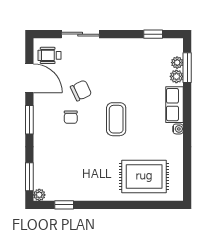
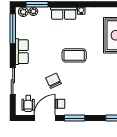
window: (153, 34) -> (13, 29), width x2.17
row of seats: (121, 47) -> (22, 52), added
plant: (176, 76) -> (23, 12), moved
chair: (71, 117) -> (60, 104), moved

